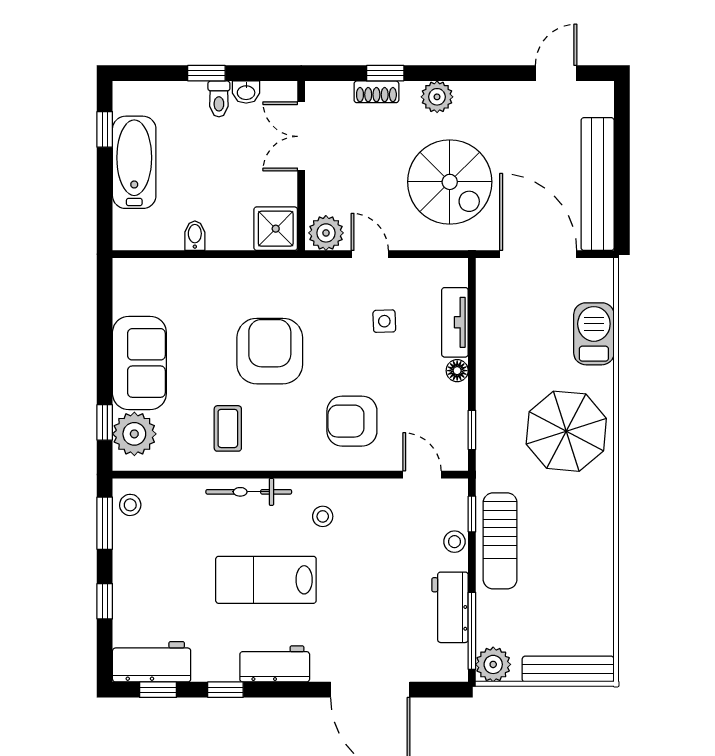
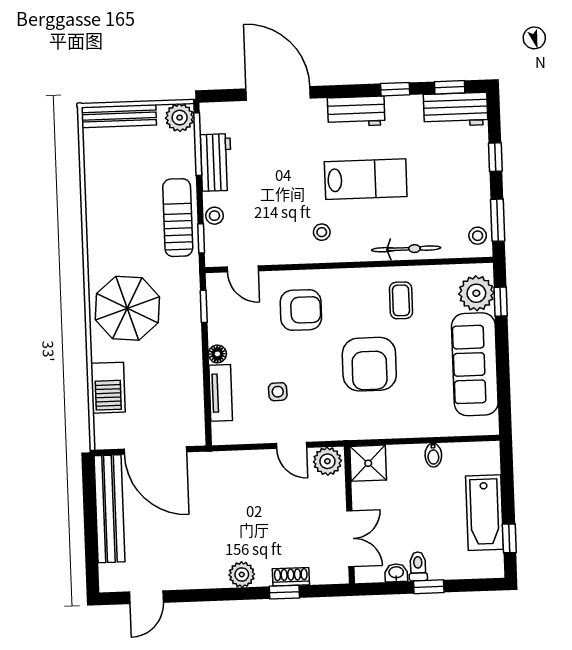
spiral stairs: (450, 182) -> (229, 506), removed
sofa: (139, 363) -> (475, 364), width x1.36
bicycle: (249, 492) -> (406, 249), moved

